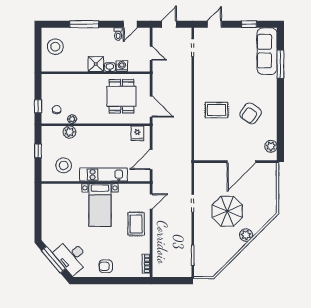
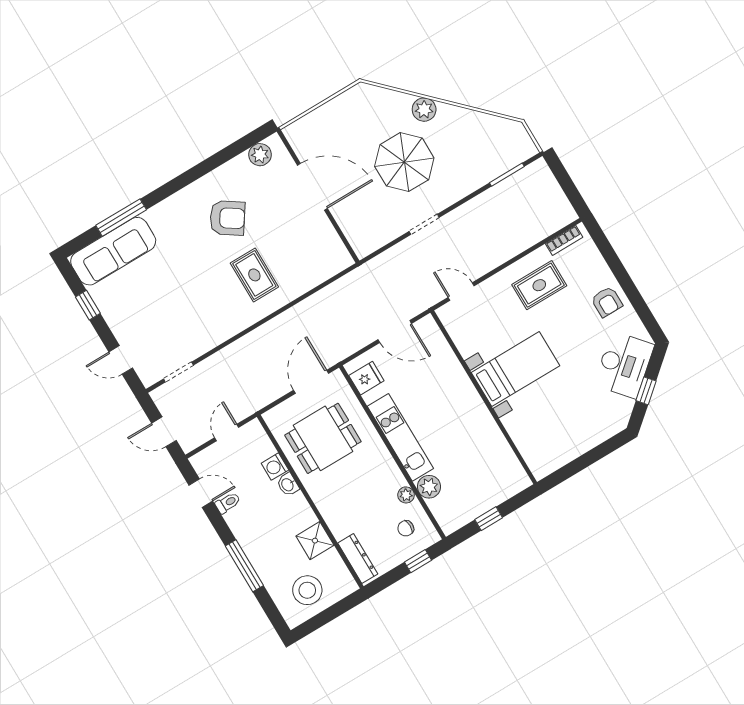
shower: (96, 64) -> (315, 541), moved
dresser: (56, 79) -> (358, 559), added
stool: (64, 165) -> (487, 464), removed
kitchen unit: (104, 175) -> (400, 437), moved, turned 180
rug: (136, 224) -> (539, 285), moved
window: (53, 260) -> (646, 391), width x0.46

